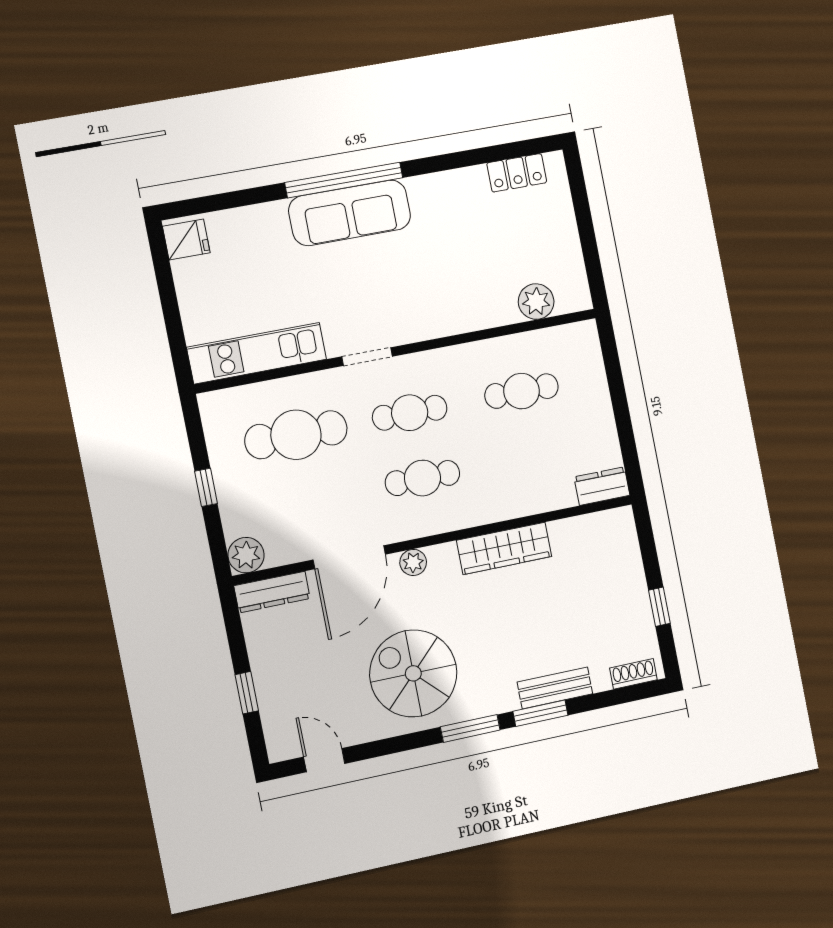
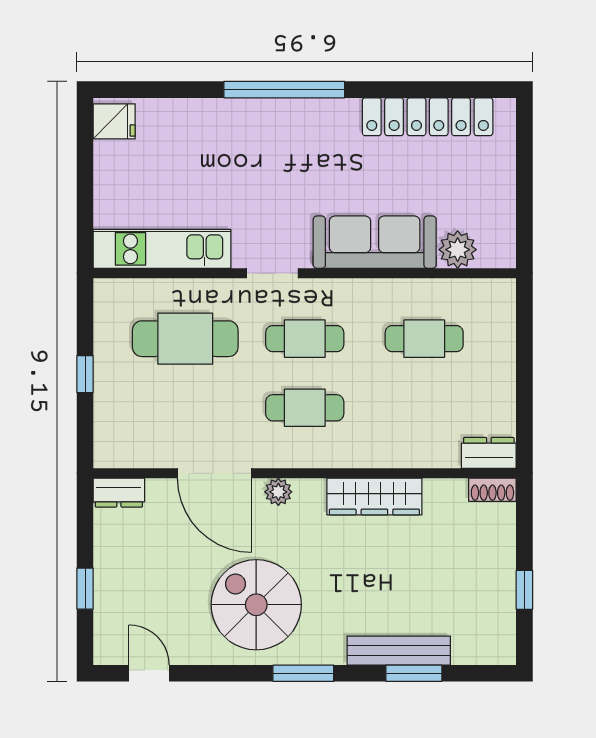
locker: (517, 173) -> (428, 117), width x2.16, depth x1.21
sofa: (350, 213) -> (375, 242), moved, turned 180
plant: (246, 555) -> (111, 450), removed
door: (349, 557) -> (215, 473), hinge flipped
dresser: (272, 592) -> (119, 493), width x0.70
shoe rack: (633, 674) -> (492, 490), moved, turned 180
bench: (555, 688) -> (399, 651), width x1.36
window: (540, 713) -> (414, 673), moved

